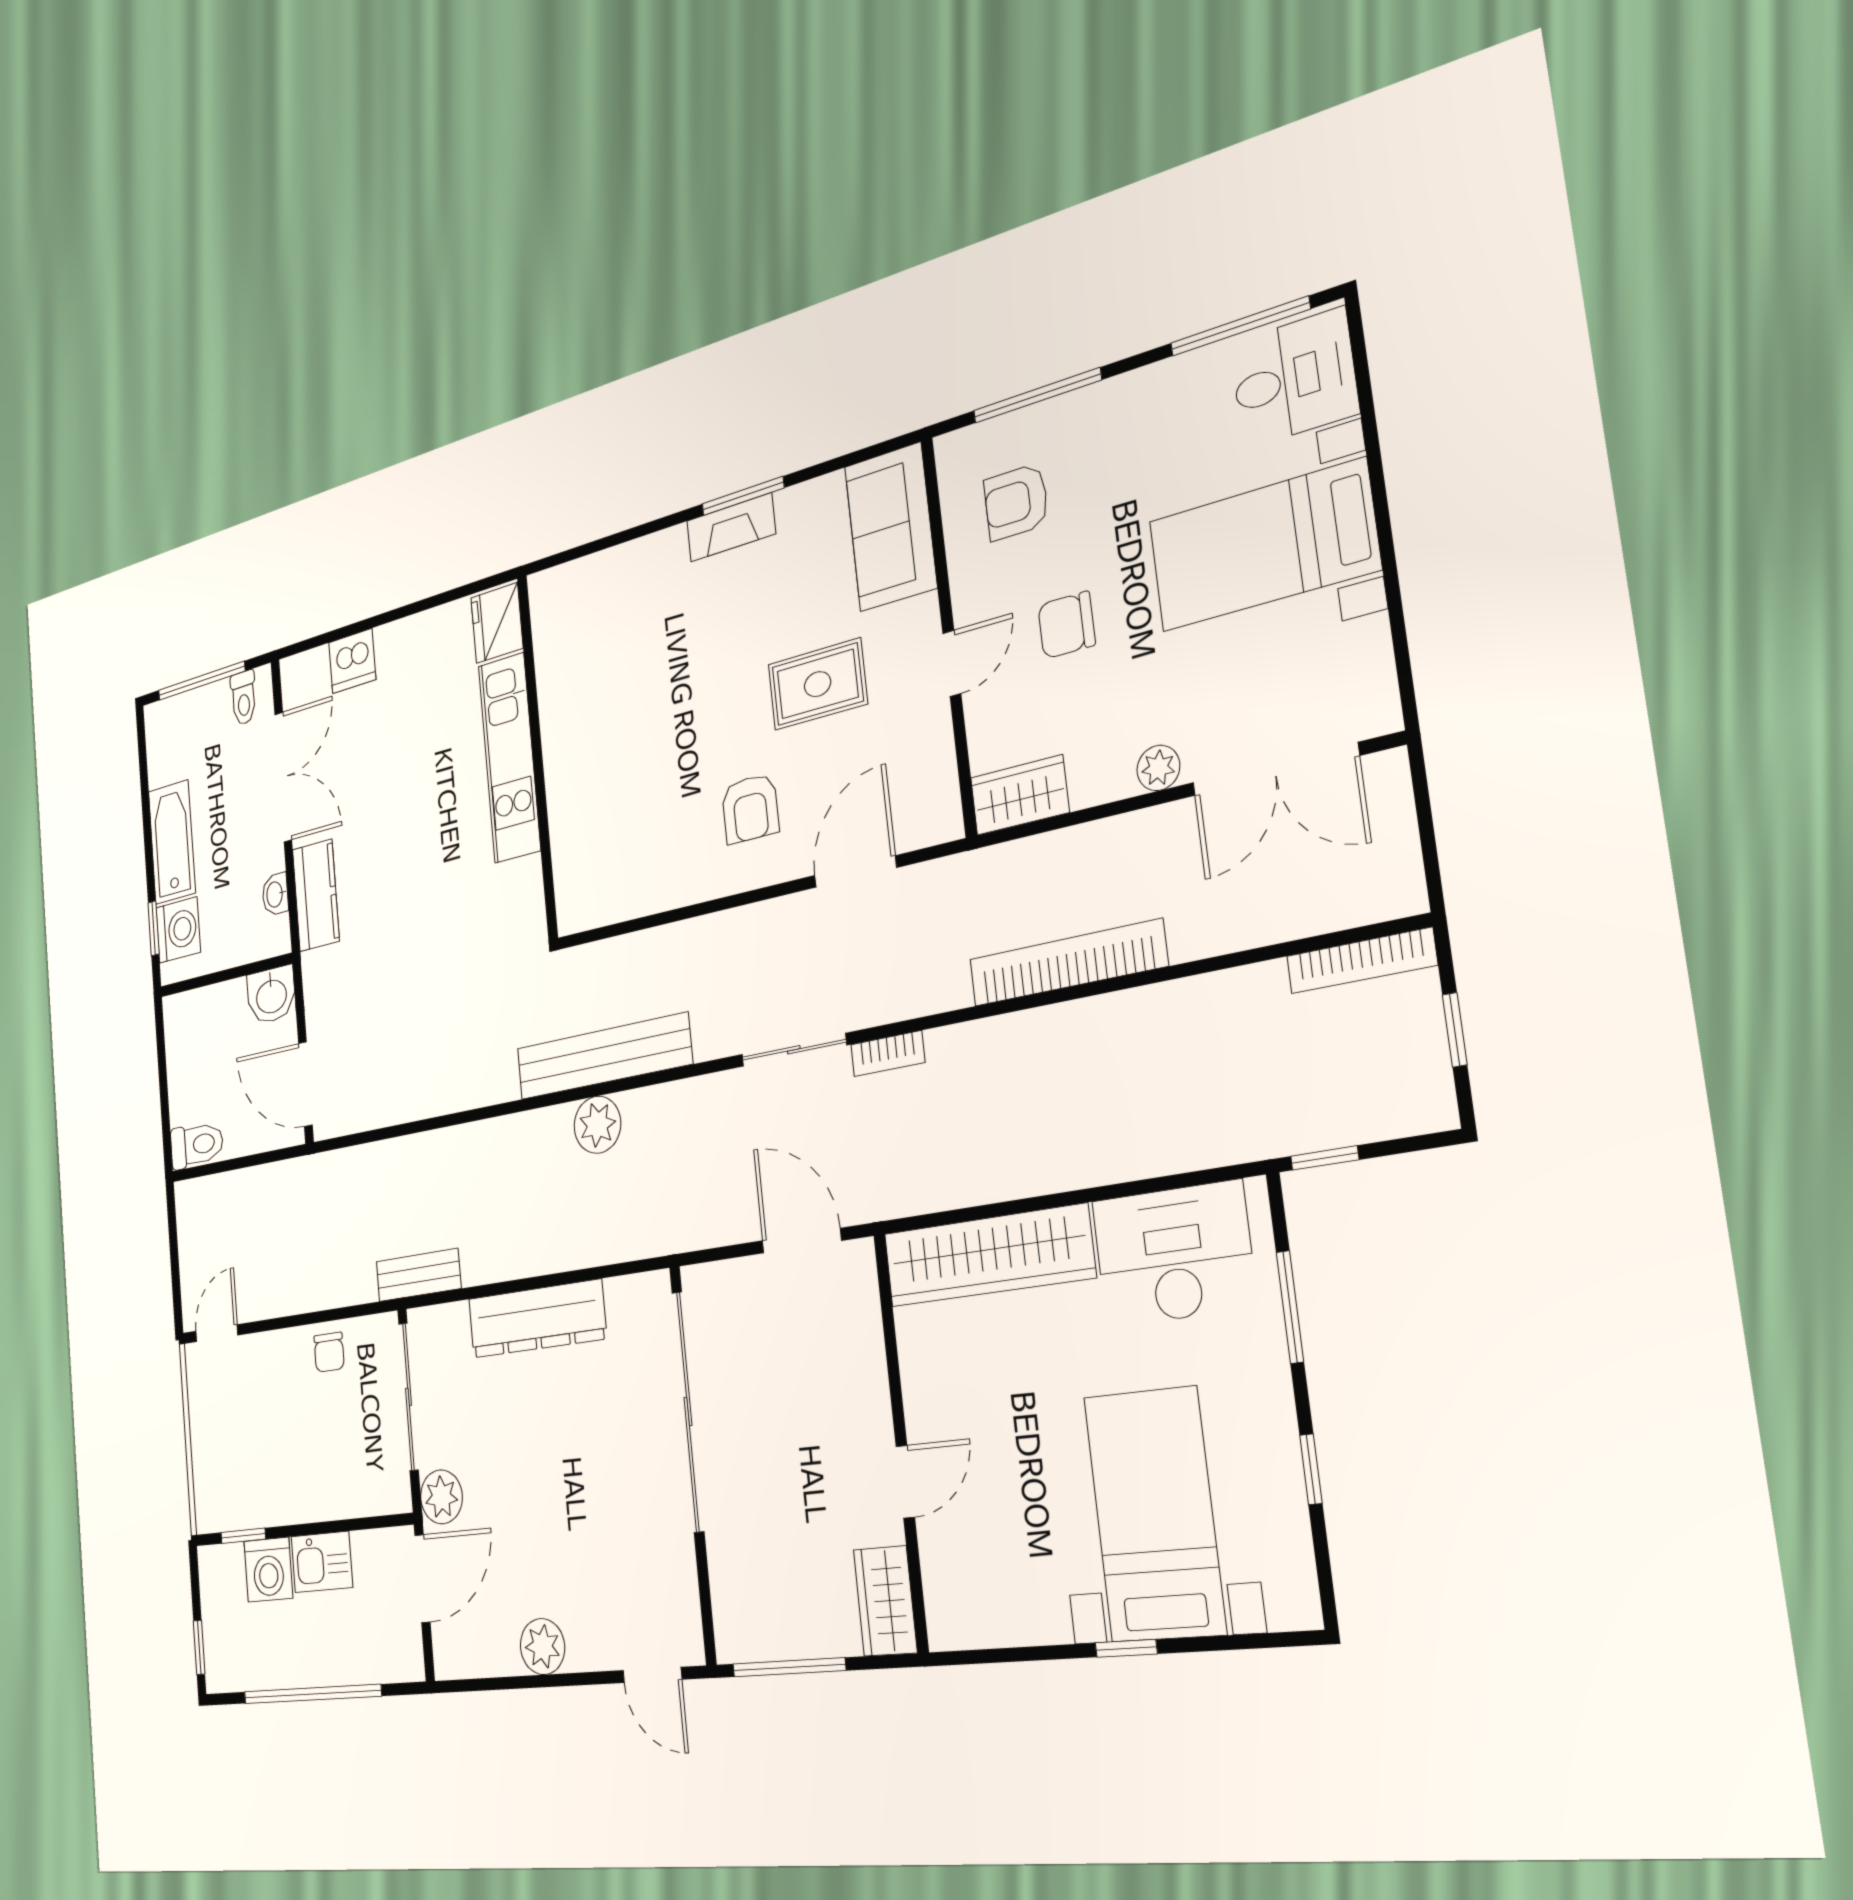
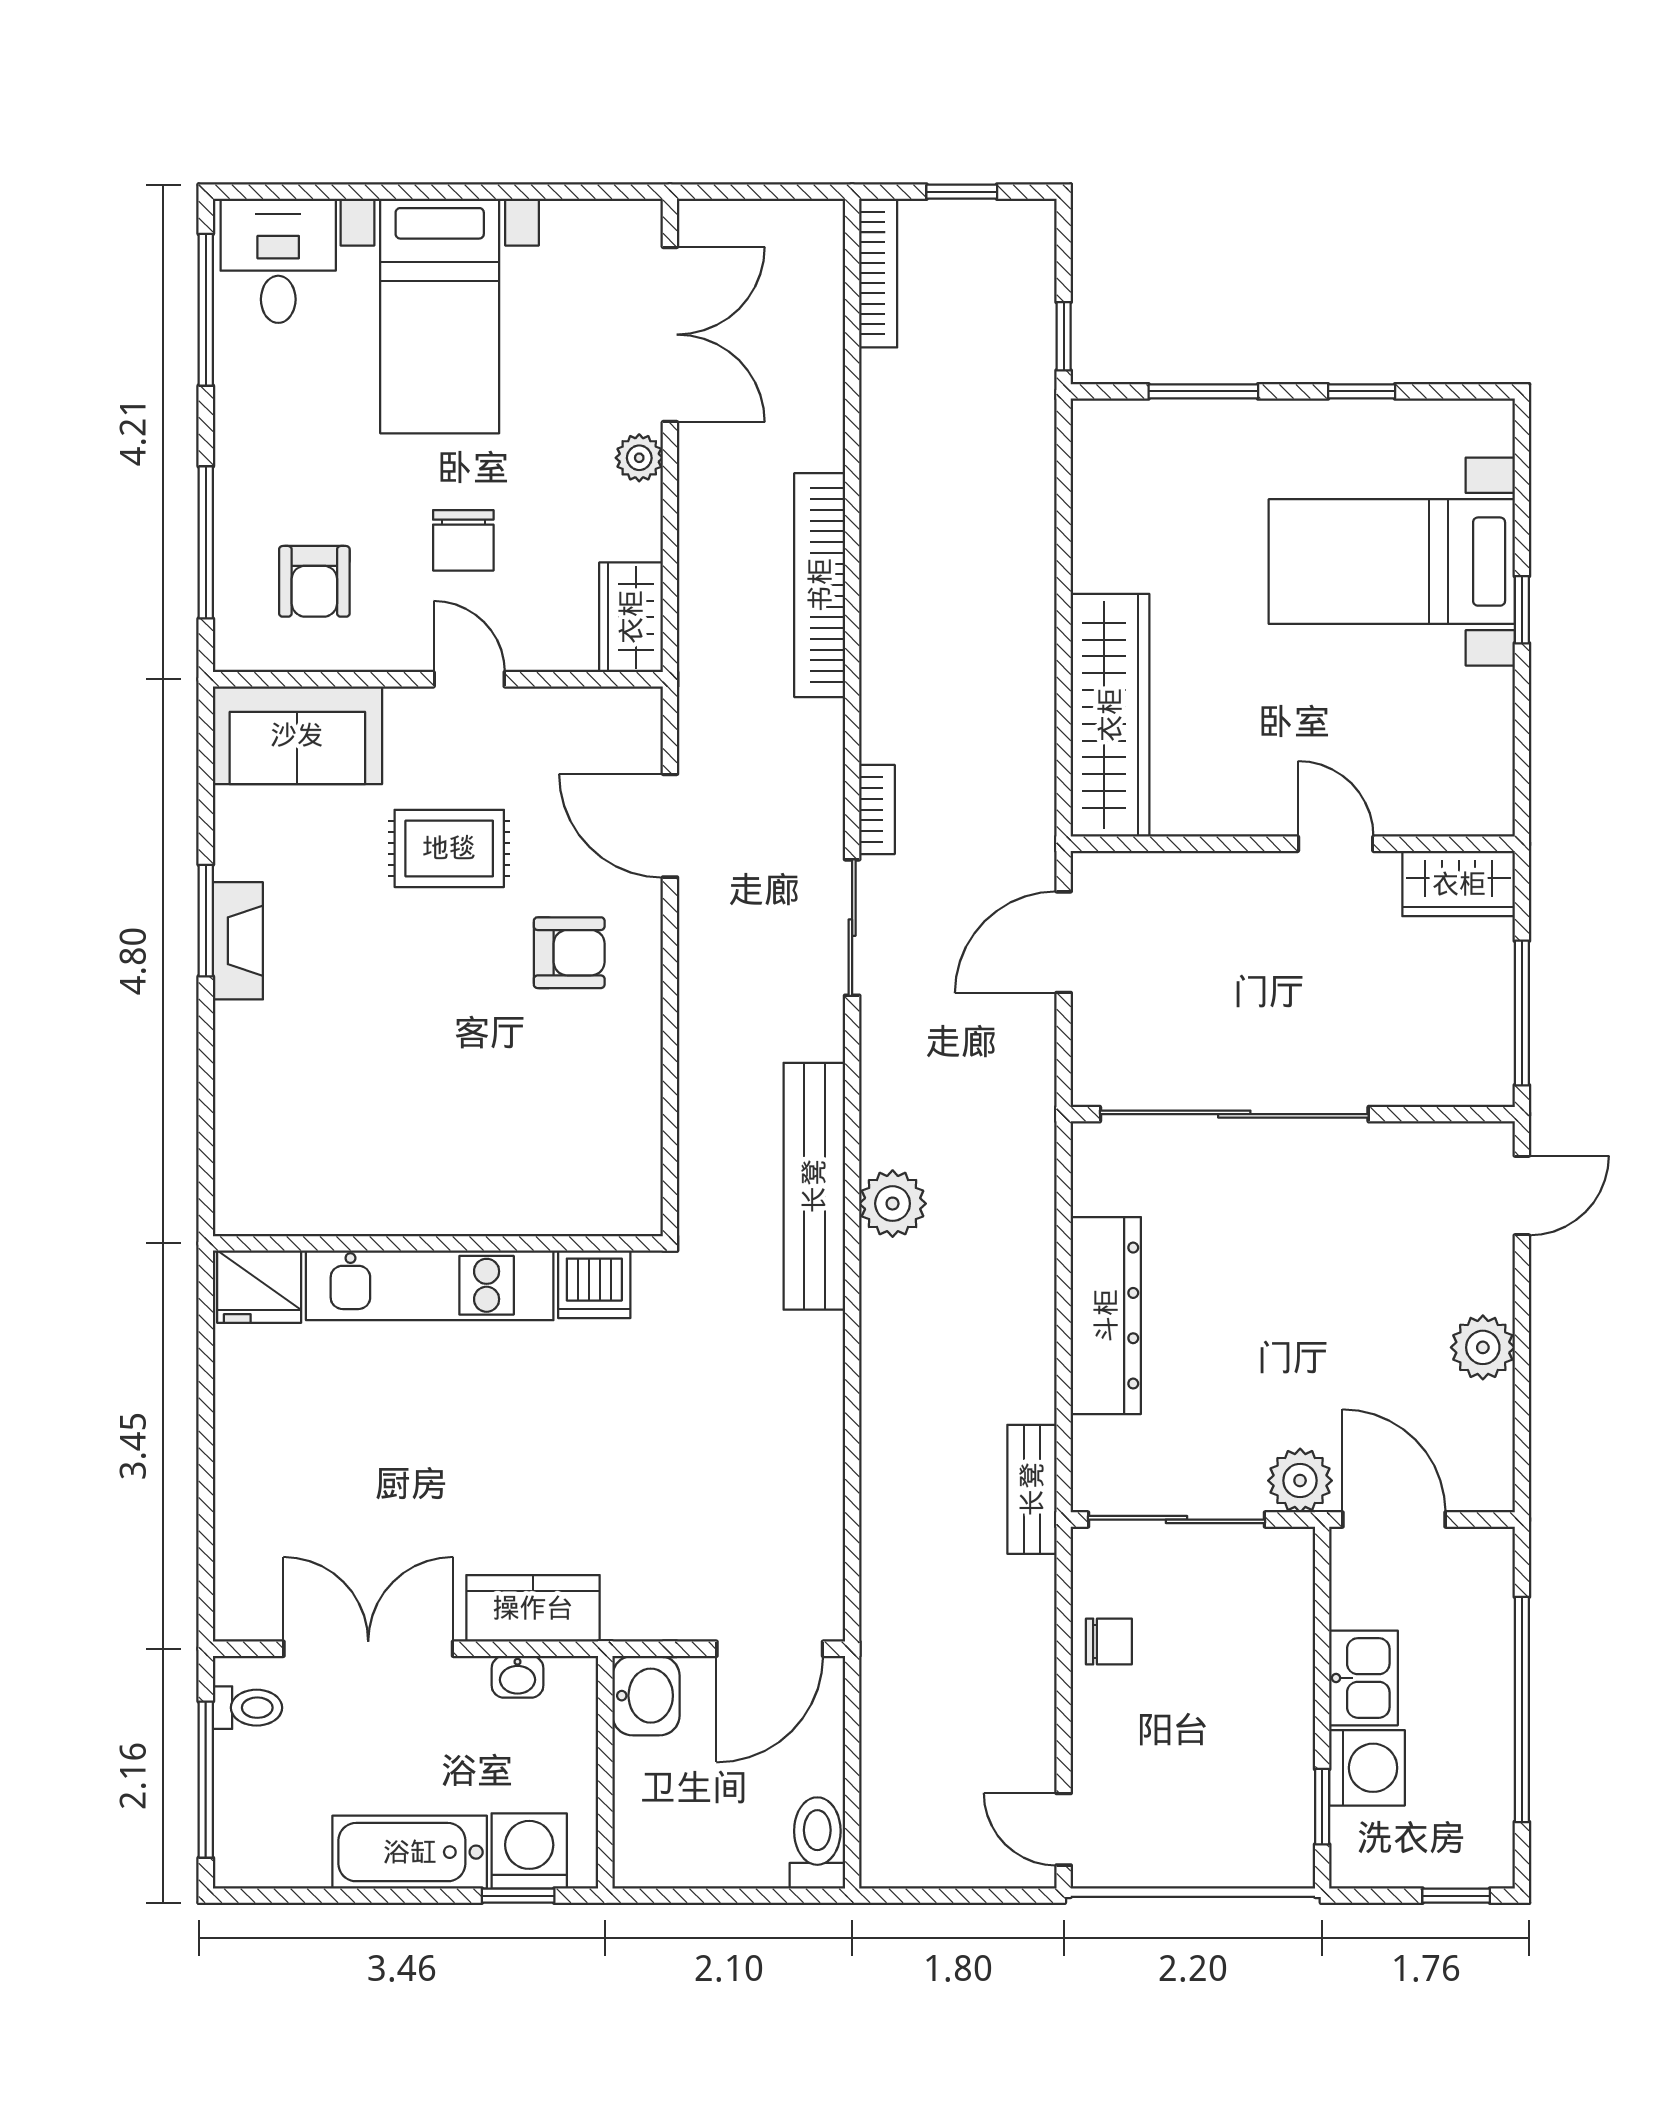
dishwasher: (352, 661) -> (594, 1284), moved, turned 90
rug: (818, 684) -> (449, 848), turned 90
desk: (1174, 1254) -> (1136, 506), removed

